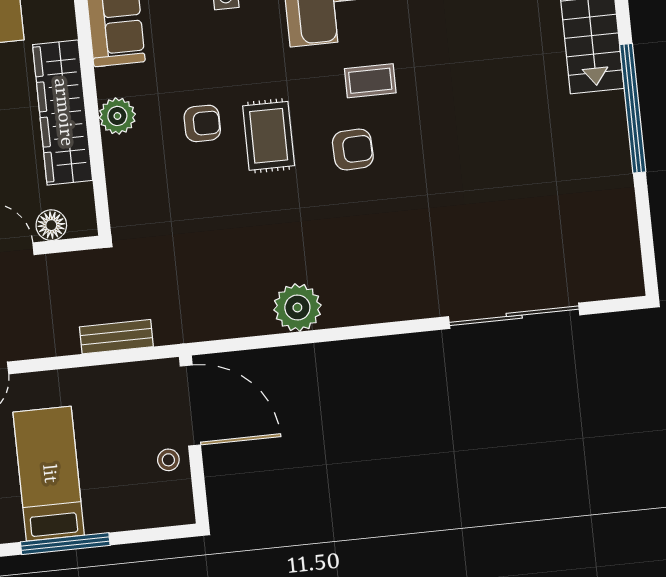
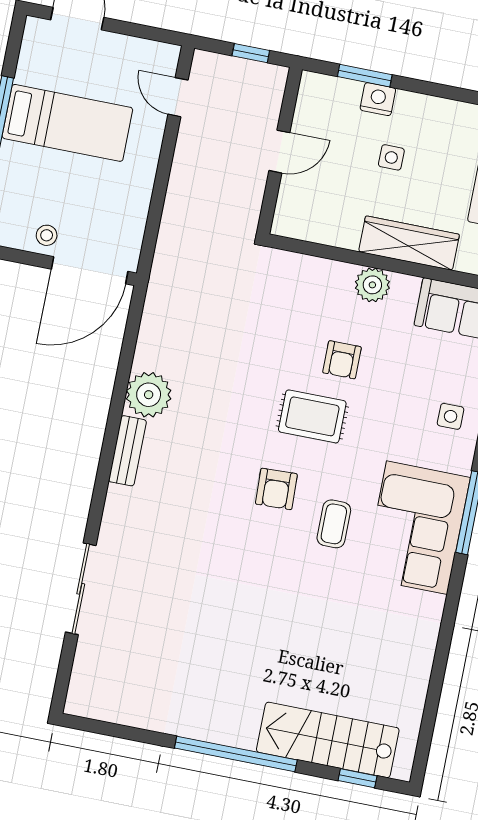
wardrobe: (63, 112) -> (409, 243), width x0.71, depth x0.85
floor lamp: (51, 225) -> (292, 195), removed
sliding door: (514, 316) -> (81, 589), width x0.73
bench: (116, 337) -> (127, 451), moved

